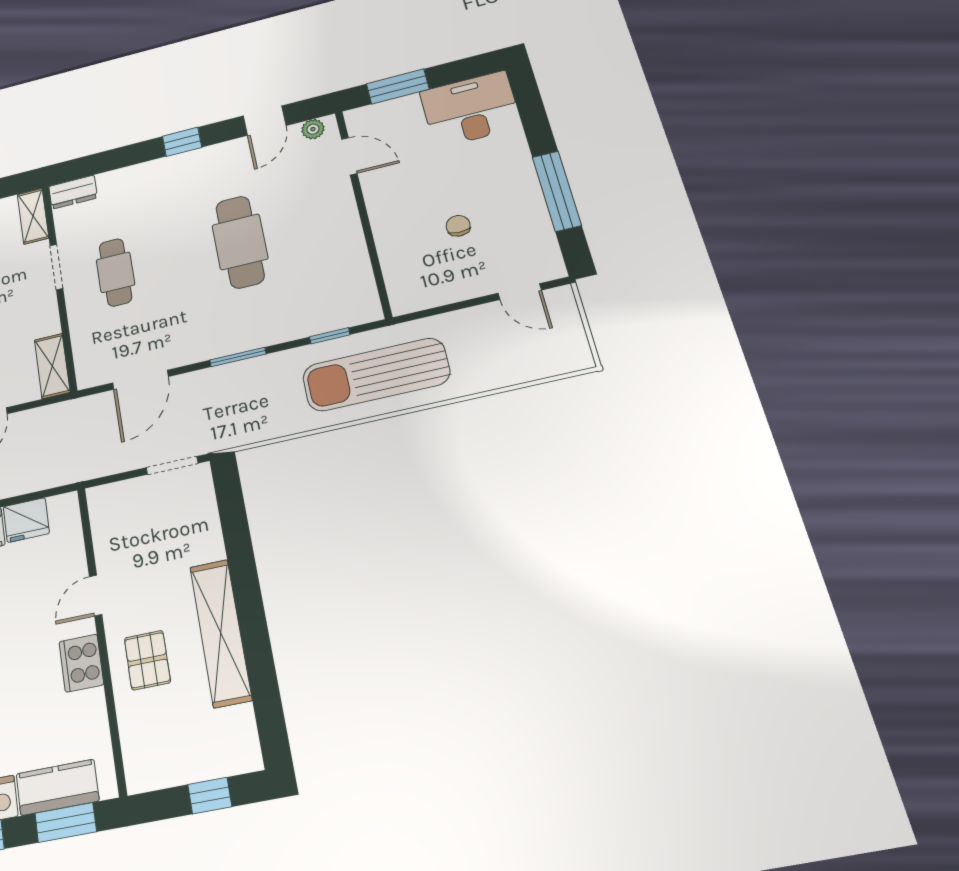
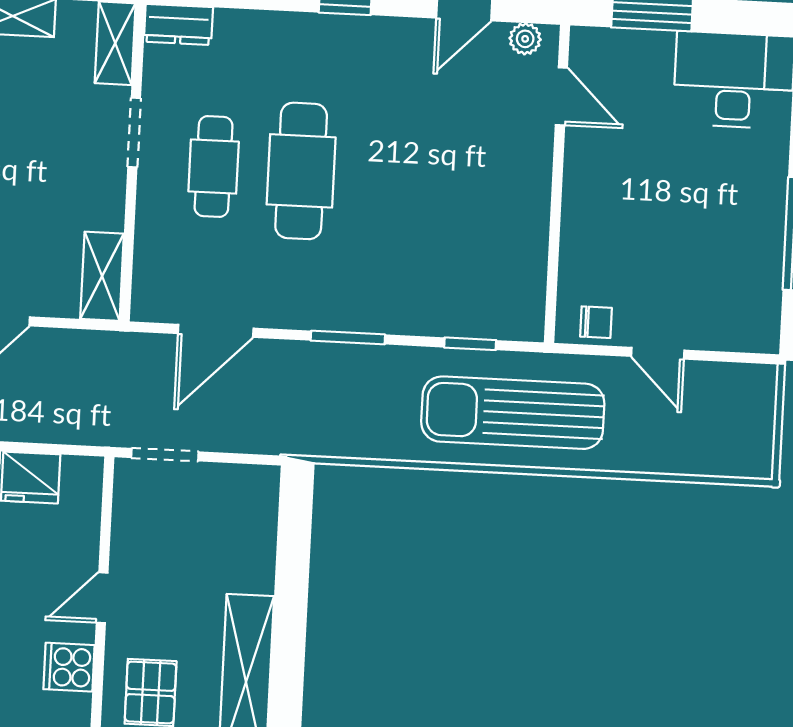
chair: (458, 226) -> (596, 322), moved, turned 90
cafe table: (240, 242) -> (301, 171), moved
door: (520, 292) -> (658, 353), moved
doorway: (172, 465) -> (165, 455), moved
cooker: (81, 663) -> (69, 667), width x0.73

